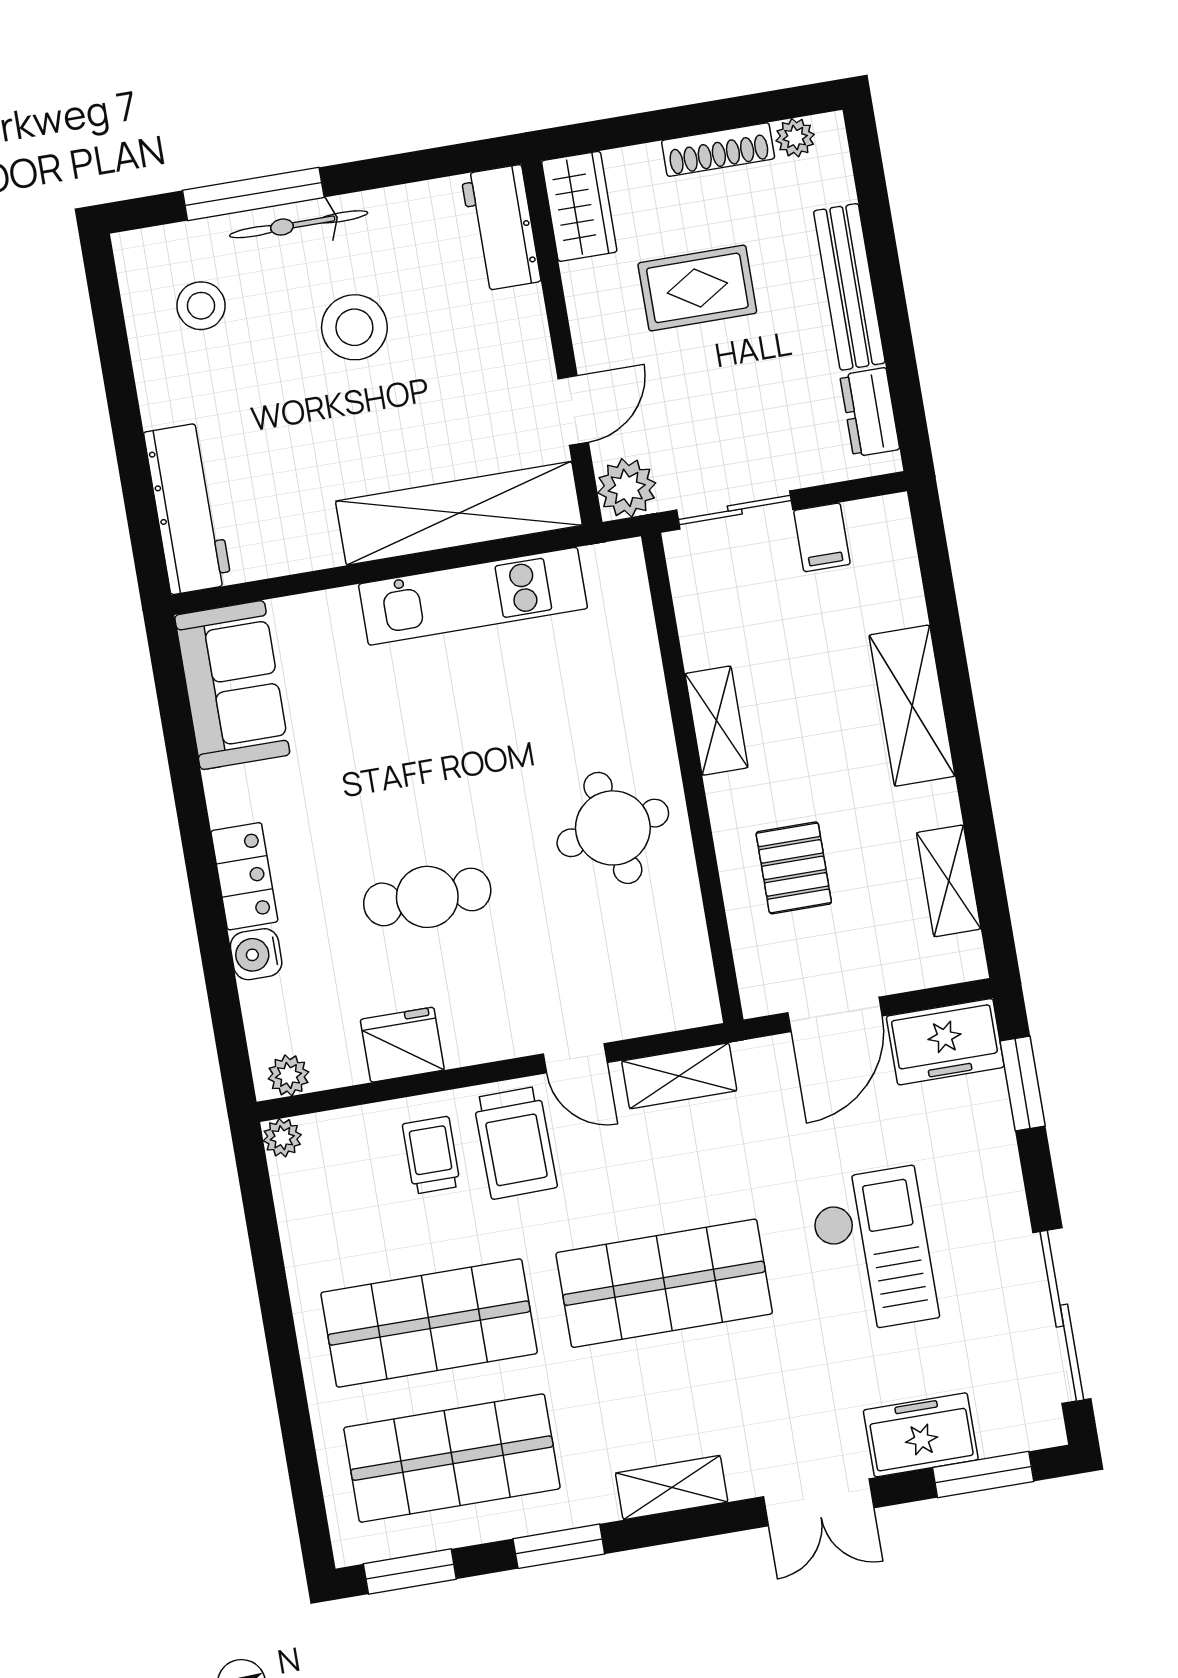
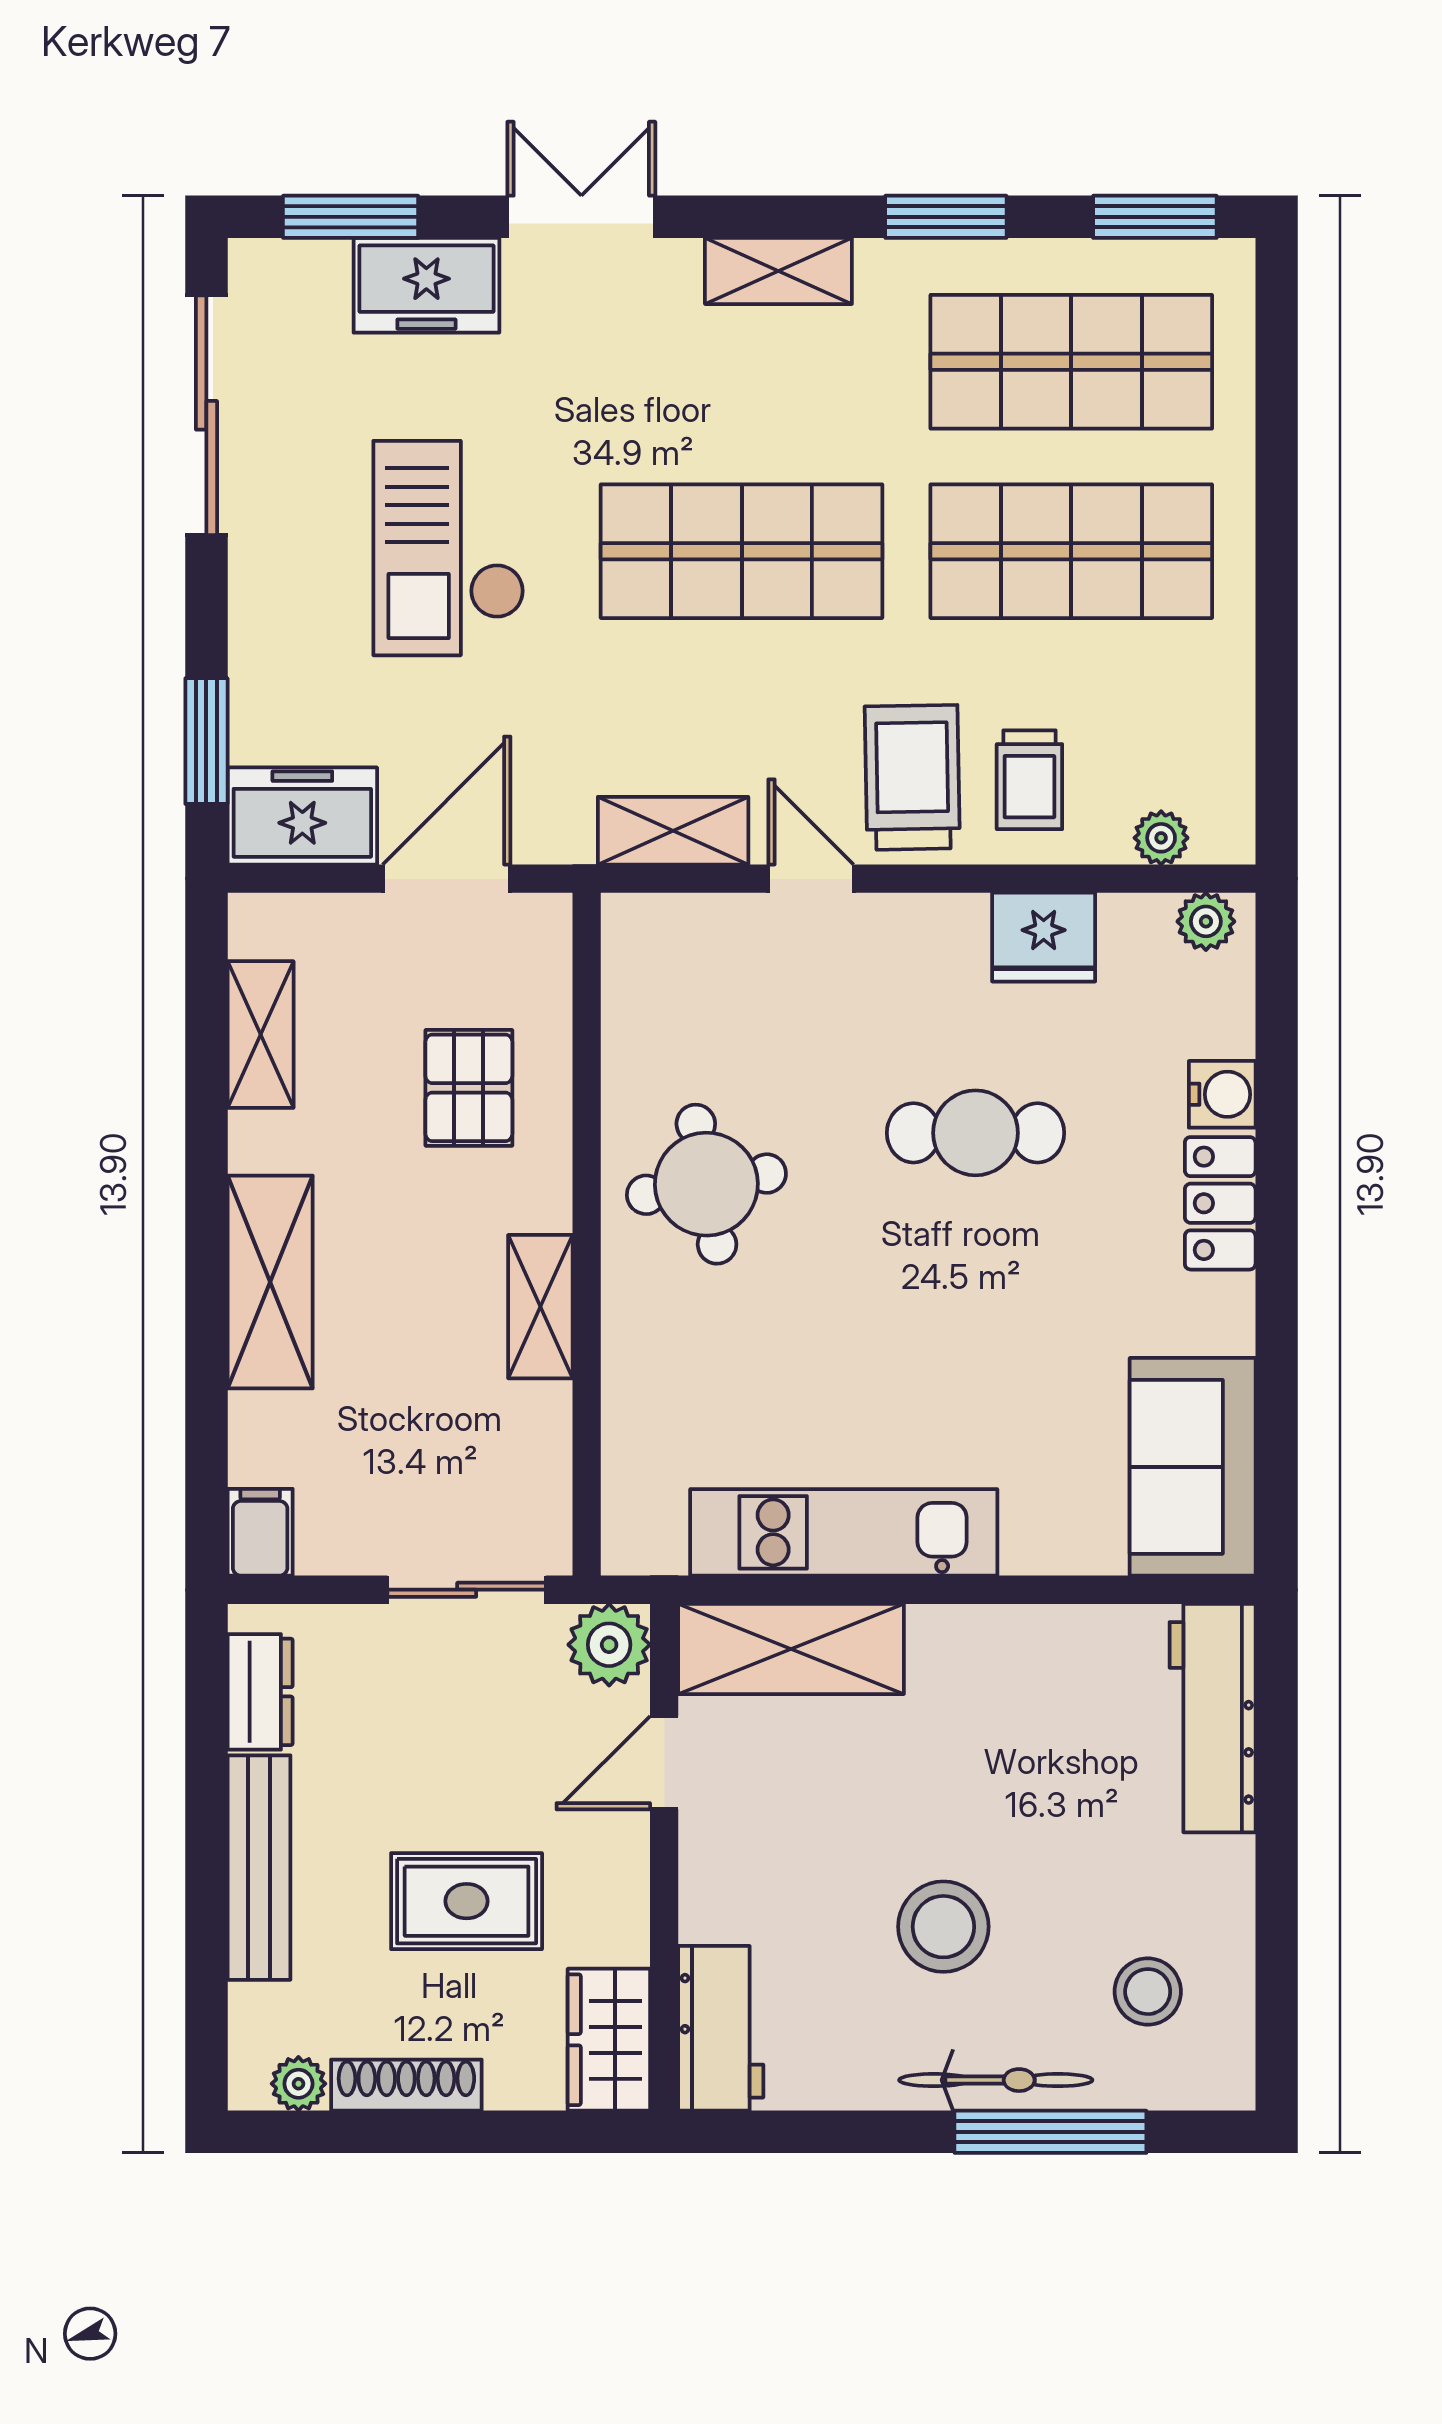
shelving: (459, 513) -> (791, 1649), width x0.68
filing cabinet: (822, 537) -> (260, 1532), moved
plant: (282, 1138) -> (1161, 838), moved

